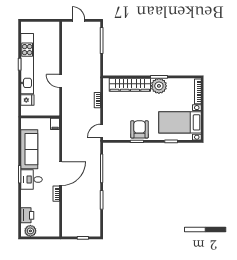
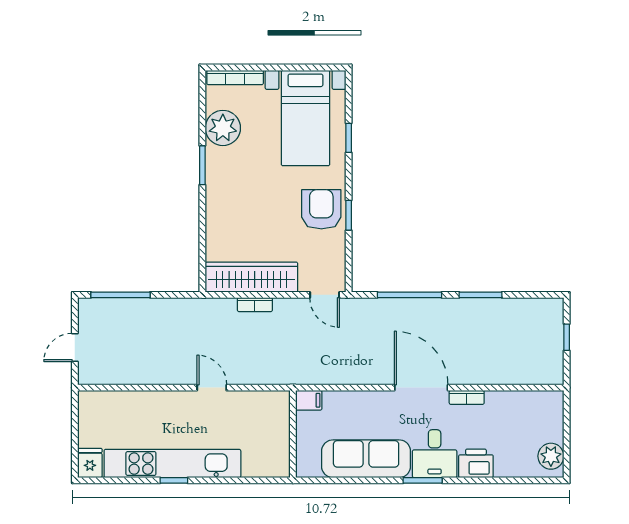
door: (61, 81) -> (212, 388), swing flipped
wardrobe: (130, 85) -> (251, 277), moved, turned -90
plant: (159, 86) -> (223, 128), moved
fridge: (27, 100) -> (90, 463), moved
armchair: (140, 129) -> (321, 209), turned 90
printer: (27, 215) -> (476, 463), moved

